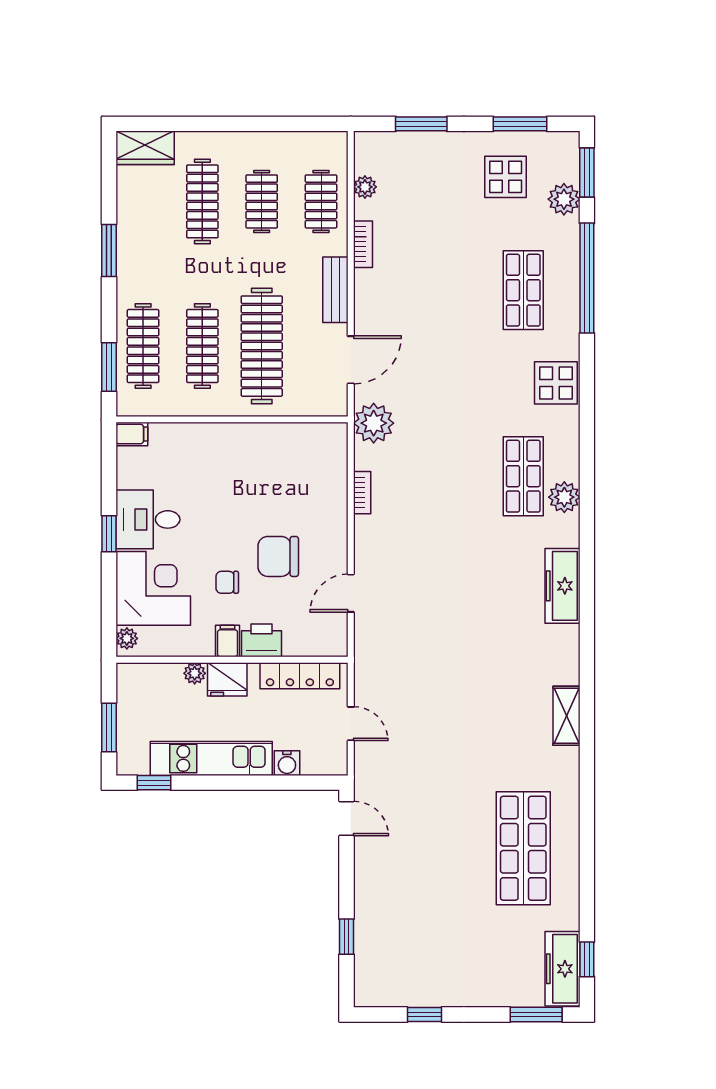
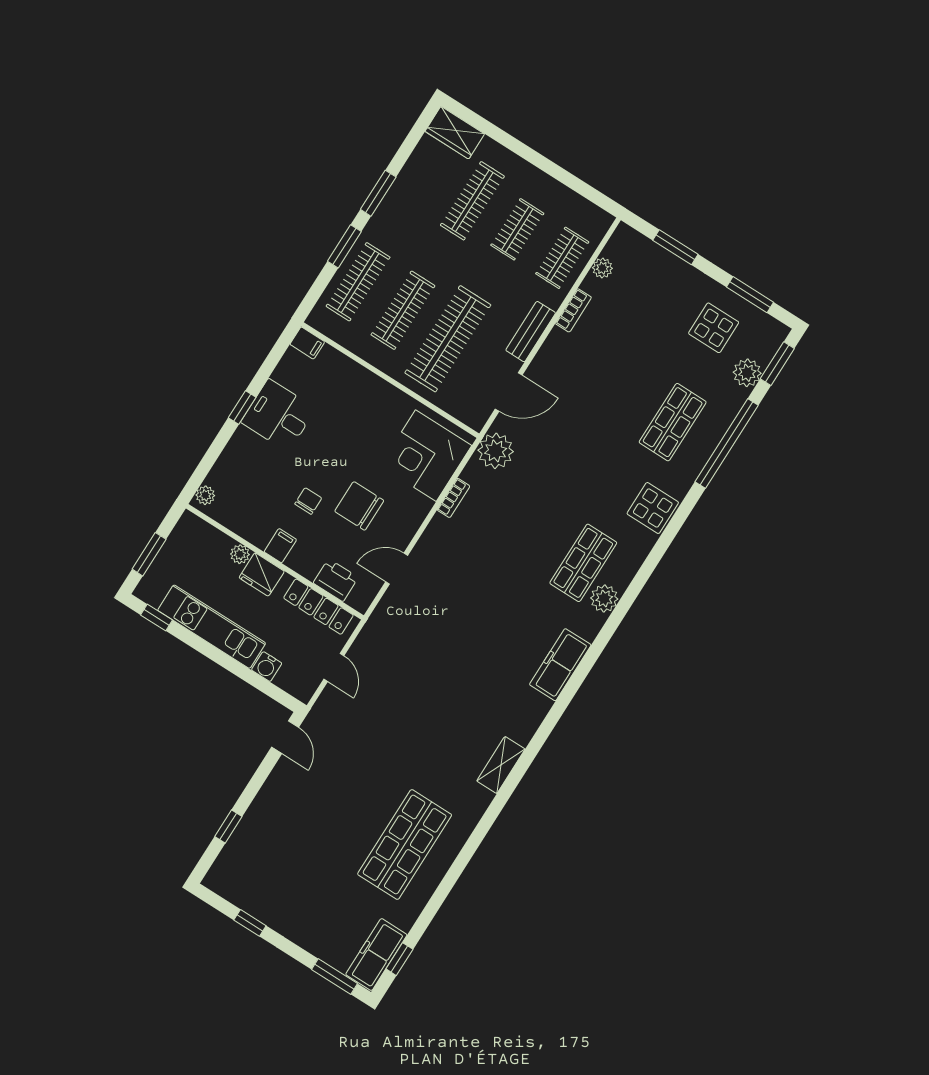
window: (109, 367) -> (344, 246), moved
chair: (227, 582) -> (308, 501), turned 90
corner desk: (153, 588) -> (426, 456), moved, turned 180
printer: (262, 640) -> (336, 580), moved

